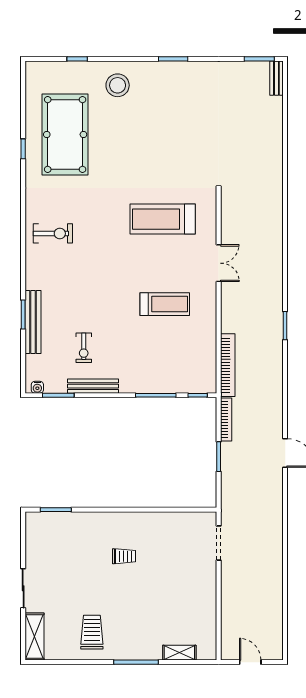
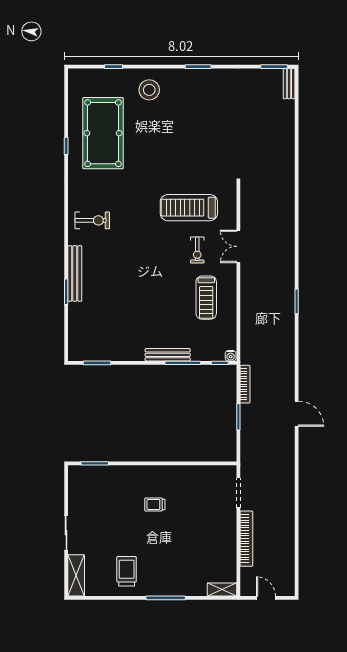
double door: (219, 263) -> (238, 246), swing flipped
treadmill: (165, 304) -> (206, 298), moved, turned 90
bench: (33, 322) -> (75, 273), moved
exercise bike: (84, 348) -> (197, 250), moved
bookcase: (228, 365) -> (246, 539), moved
bench: (93, 386) -> (168, 355), moved
water cooler: (37, 387) -> (231, 356), moved
trolley: (124, 556) -> (155, 505), turned 180
shelving: (179, 653) -> (222, 589), moved

